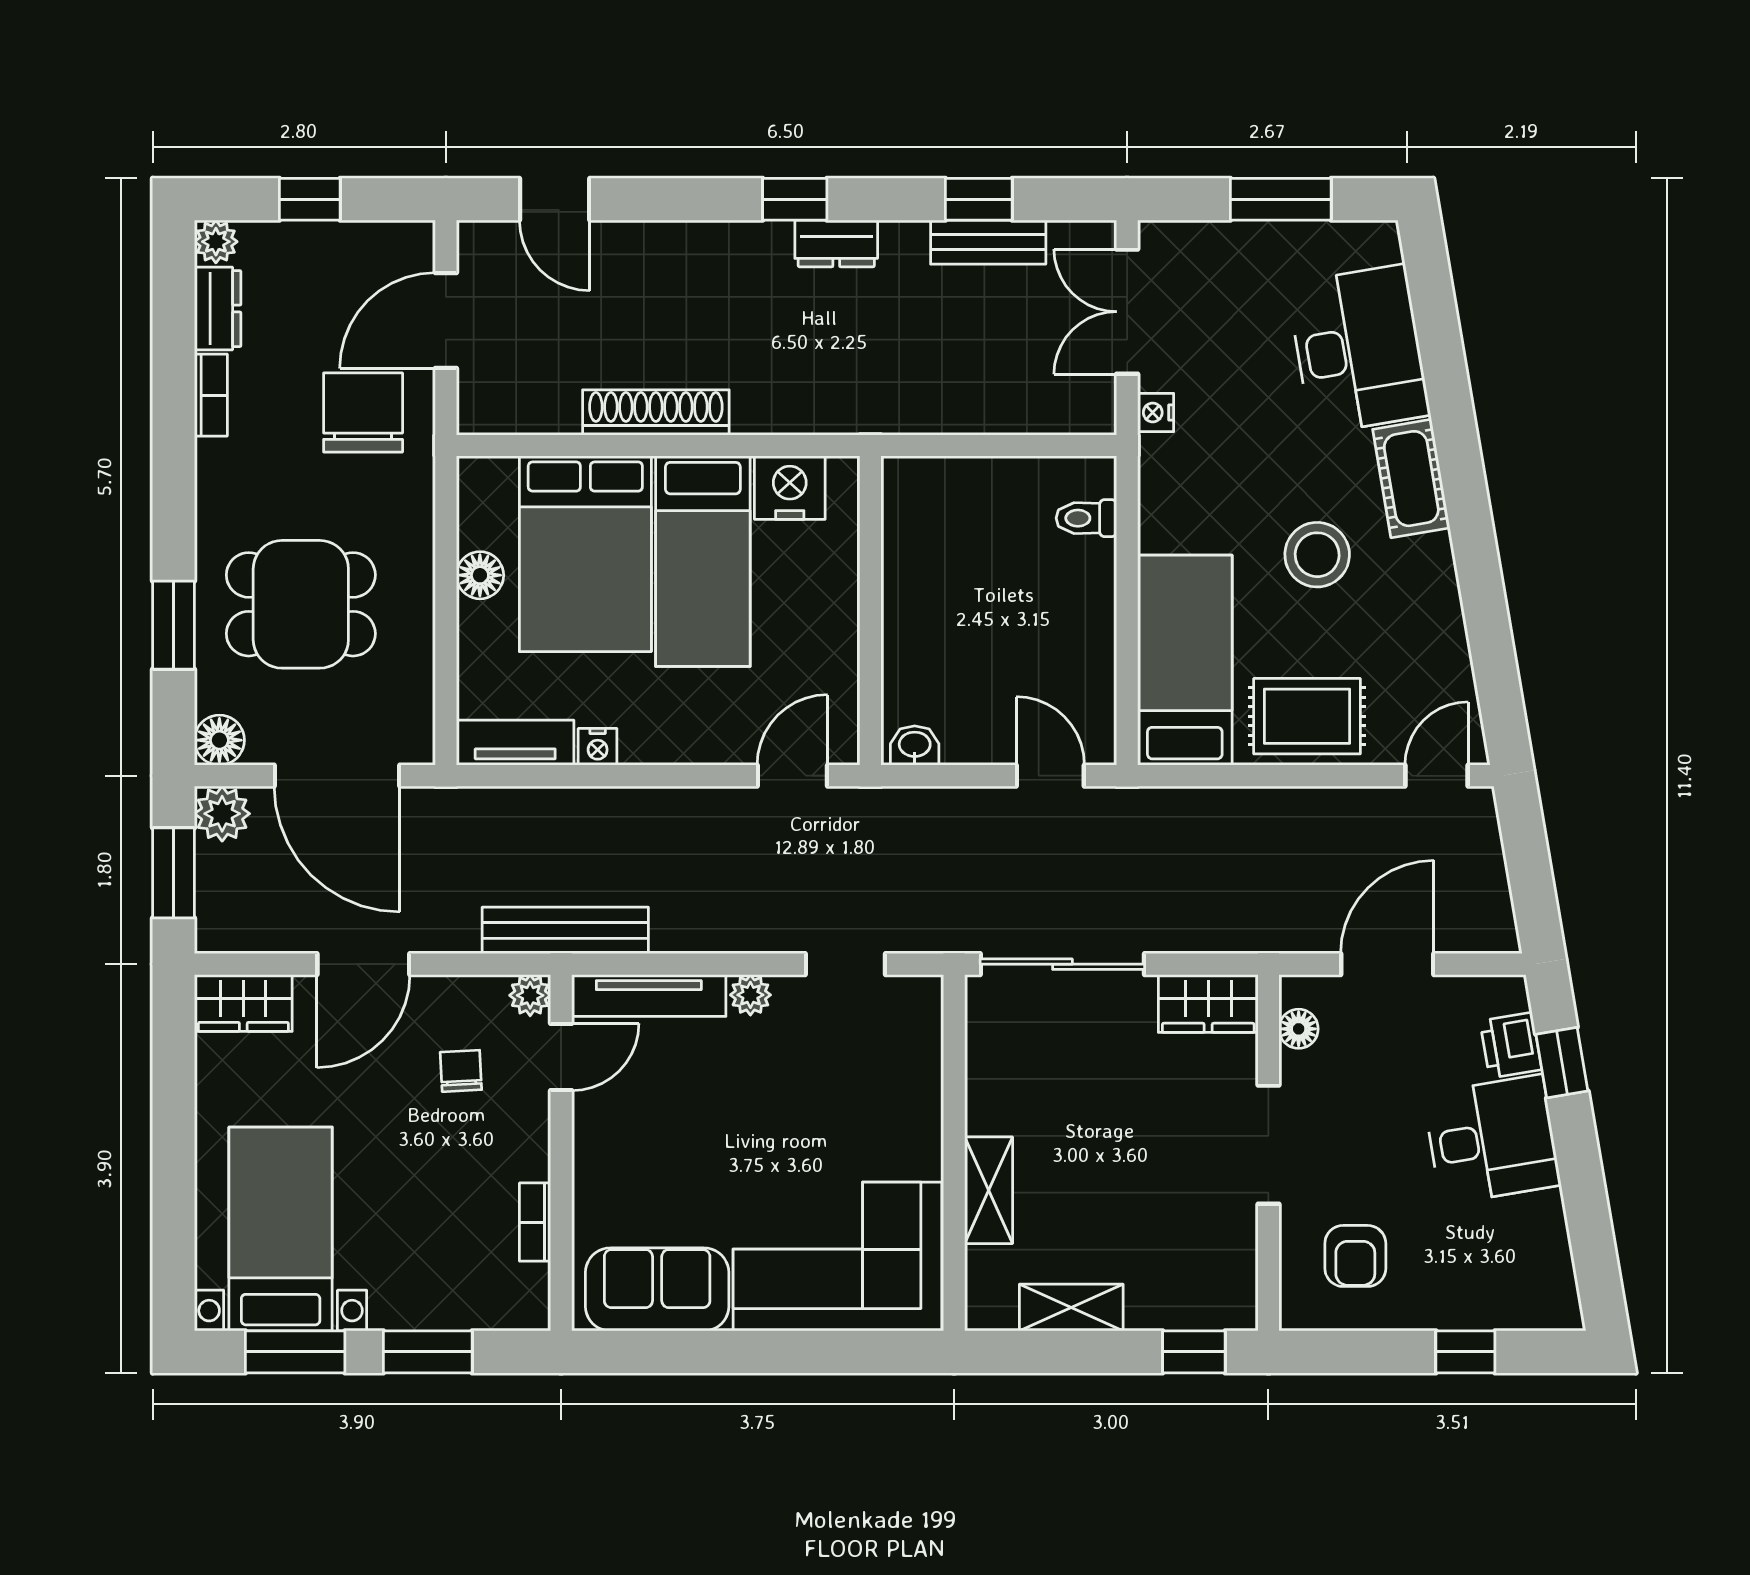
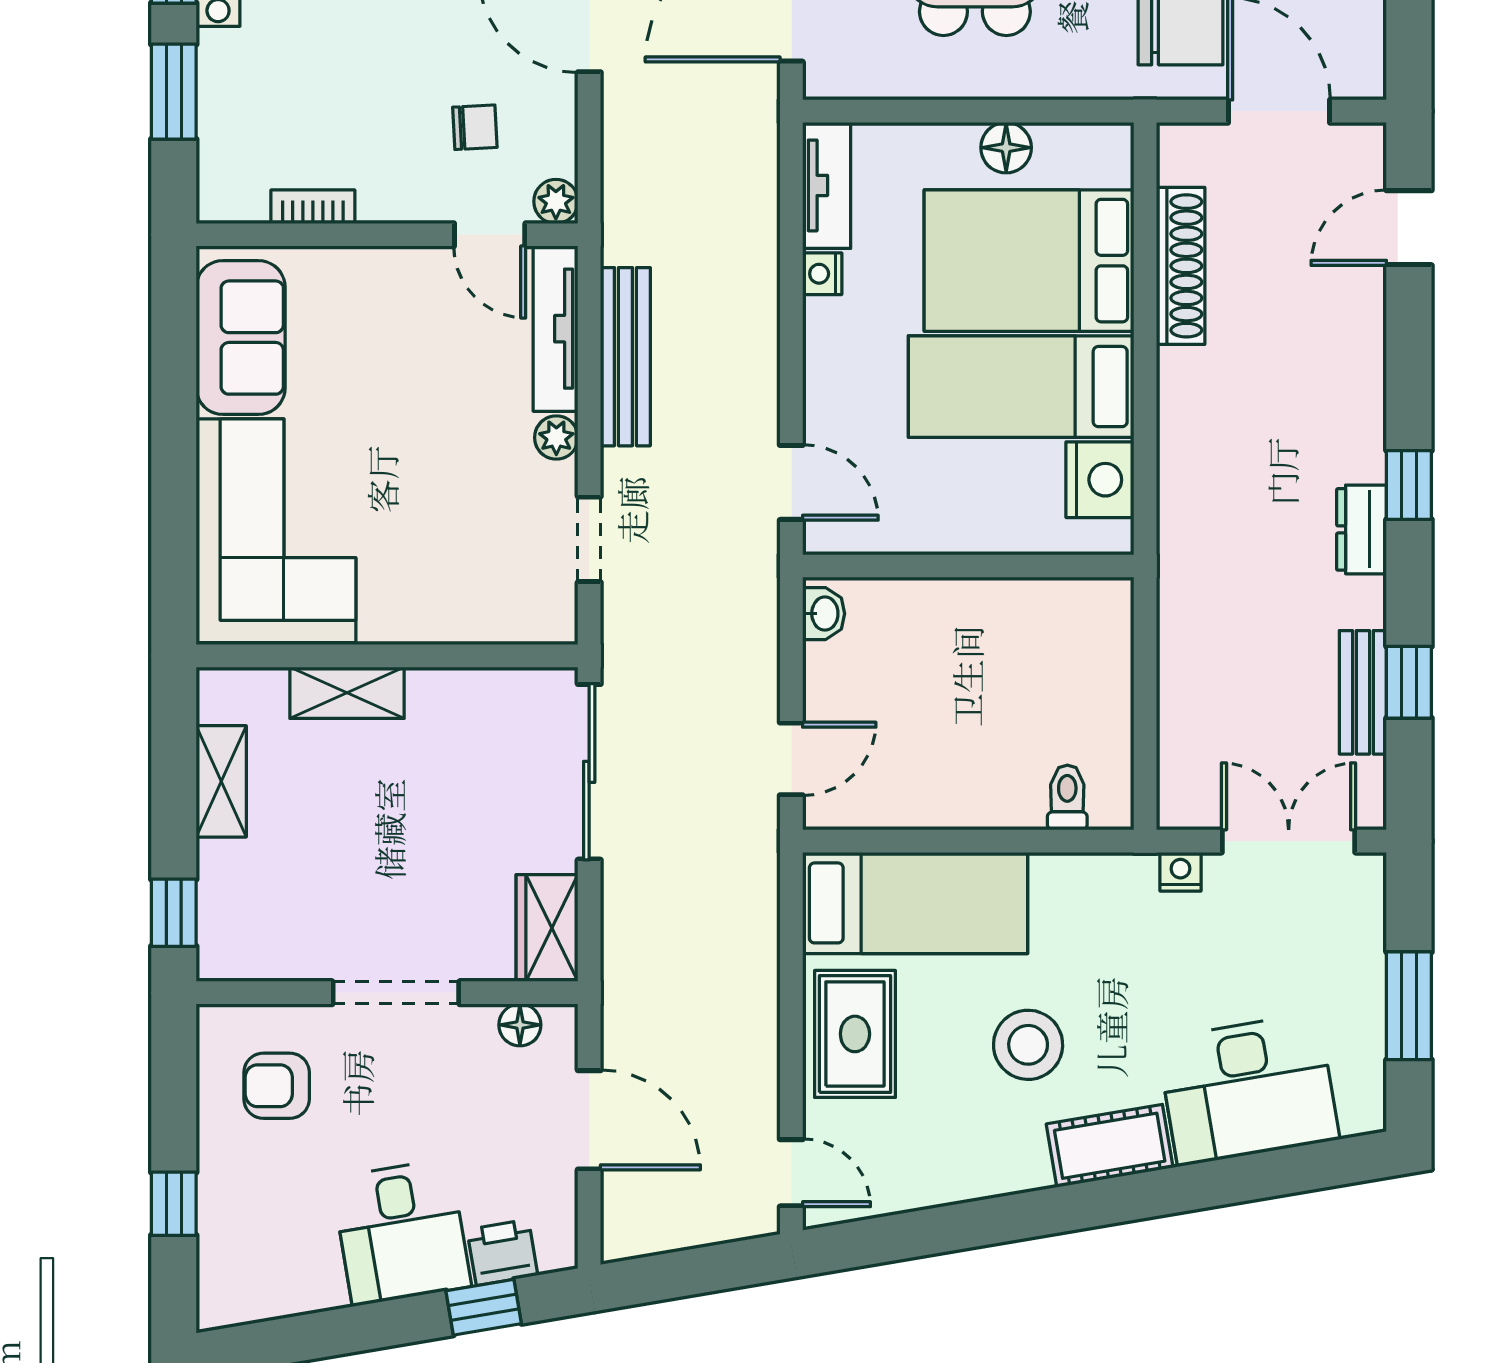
shoe rack: (656, 412) -> (1181, 266), moved
bench: (565, 930) -> (625, 357), moved

